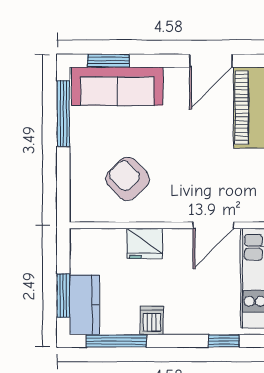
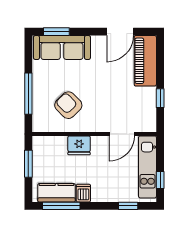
window: (63, 114) -> (28, 94), moved
window: (63, 296) -> (28, 164), moved
kitchen counter: (84, 305) -> (57, 193), moved, turned -90

